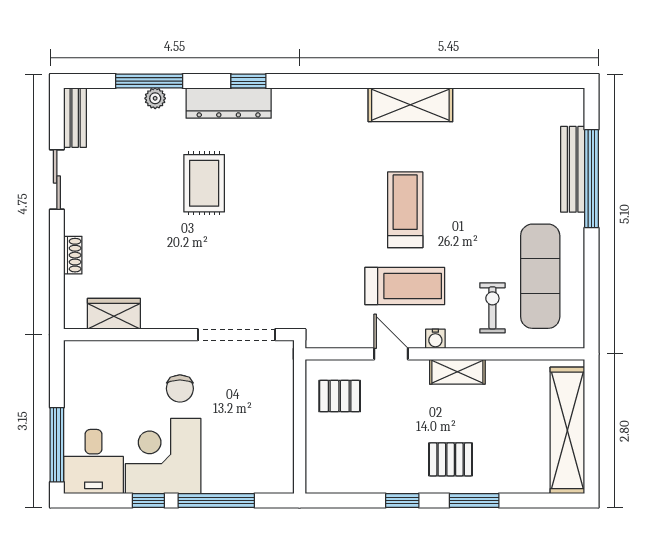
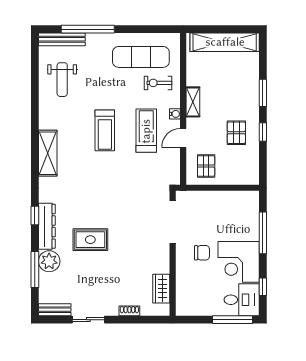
plant: (155, 98) -> (49, 261), width x1.88, depth x1.88
shelving: (410, 105) -> (48, 153), moved
weight bench: (499, 131) -> (62, 80), added
bench: (573, 169) -> (62, 39), moved
treadmill: (405, 210) -> (105, 130), turned -90
pallet: (451, 459) -> (236, 133), moved
window: (148, 501) -> (263, 287), moved

